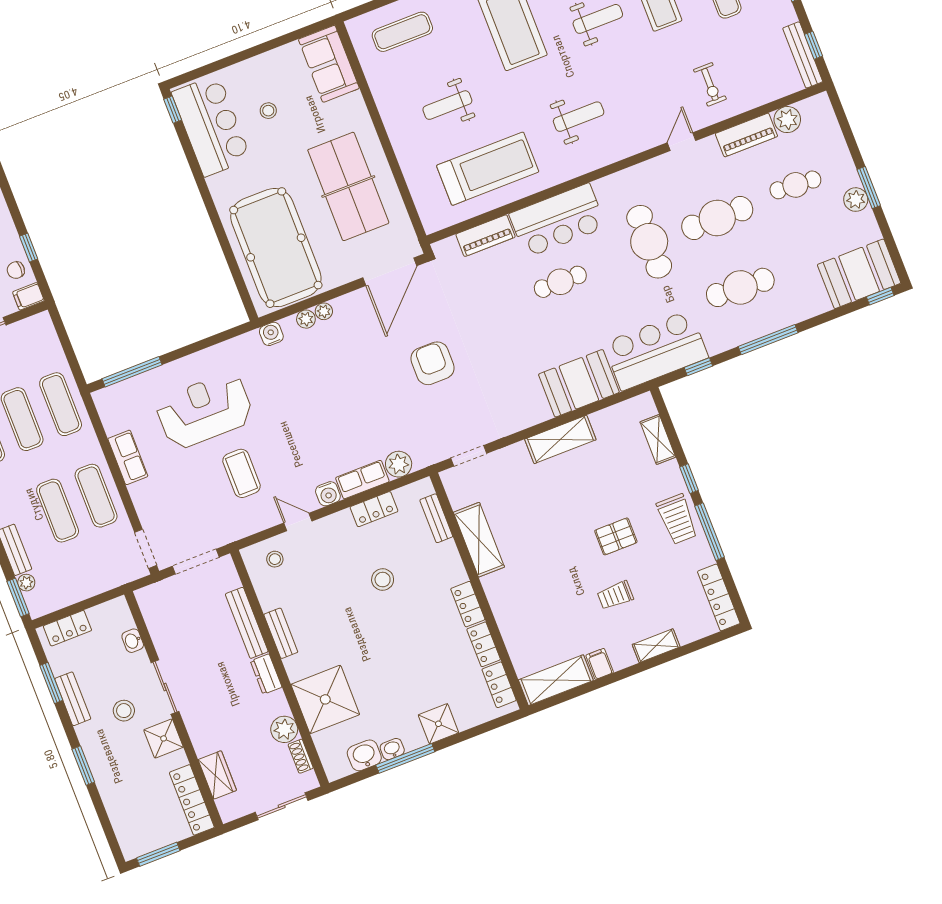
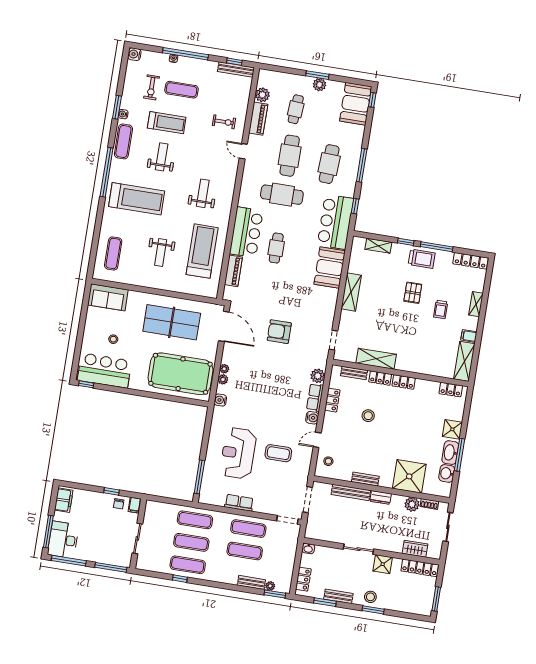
washbasin: (133, 641) -> (308, 548), moved
locker: (484, 644) -> (380, 378), moved
stool: (124, 711) -> (370, 597), moved
washbasin: (392, 749) -> (450, 453), width x1.91, depth x1.45

